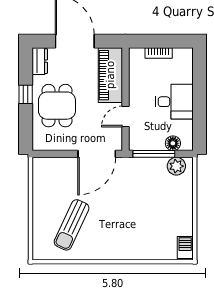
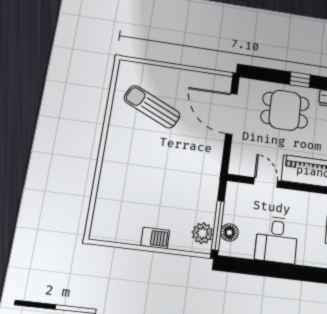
door: (97, 154) -> (231, 114), moved
window: (154, 154) -> (218, 225), moved
barbecue: (185, 247) -> (155, 238), moved

